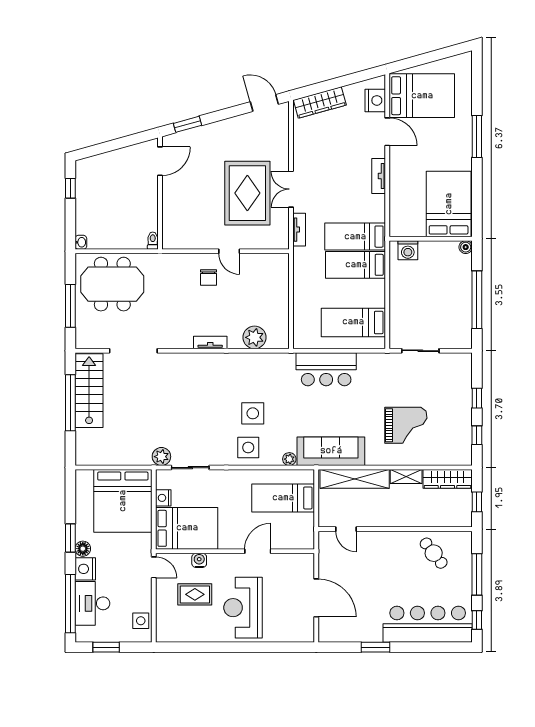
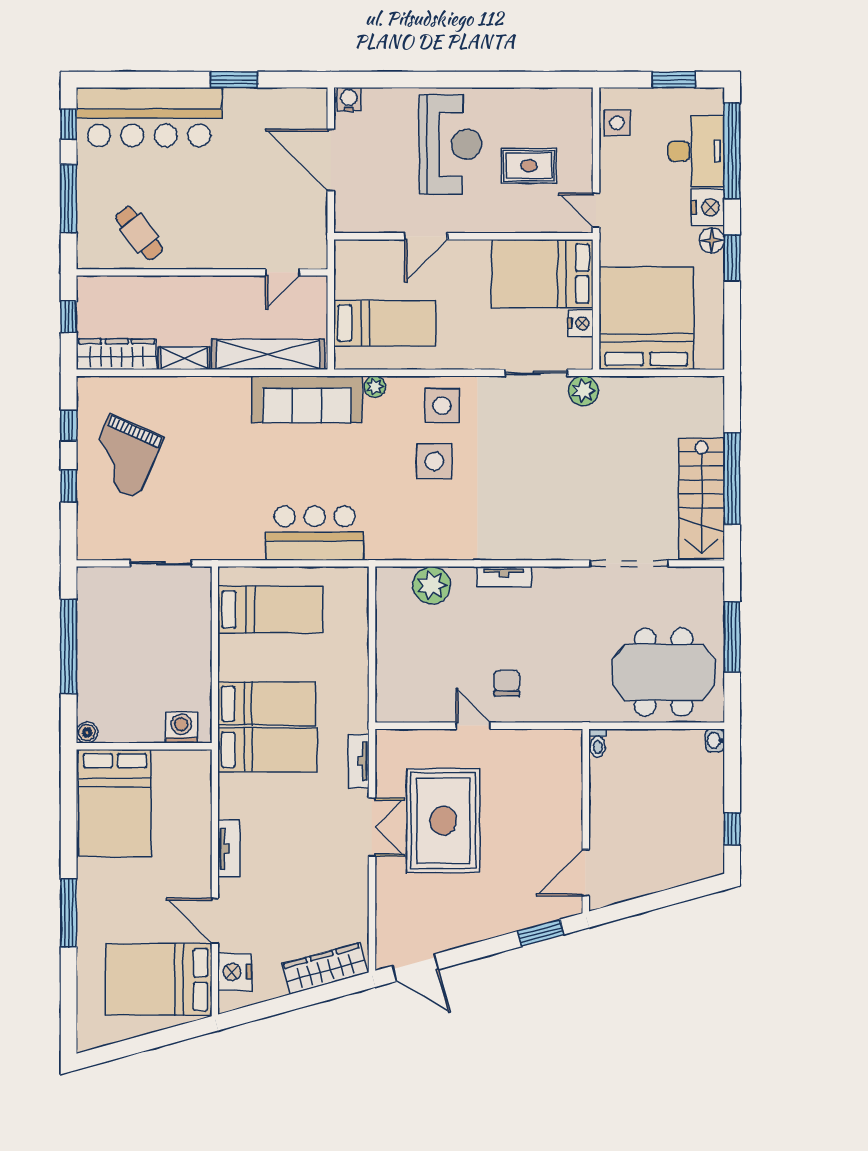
grand piano: (406, 425) -> (124, 457), moved, turned -66
door: (346, 529) -> (282, 272), swing flipped
water cooler: (199, 560) -> (349, 99), moved, turned 180

